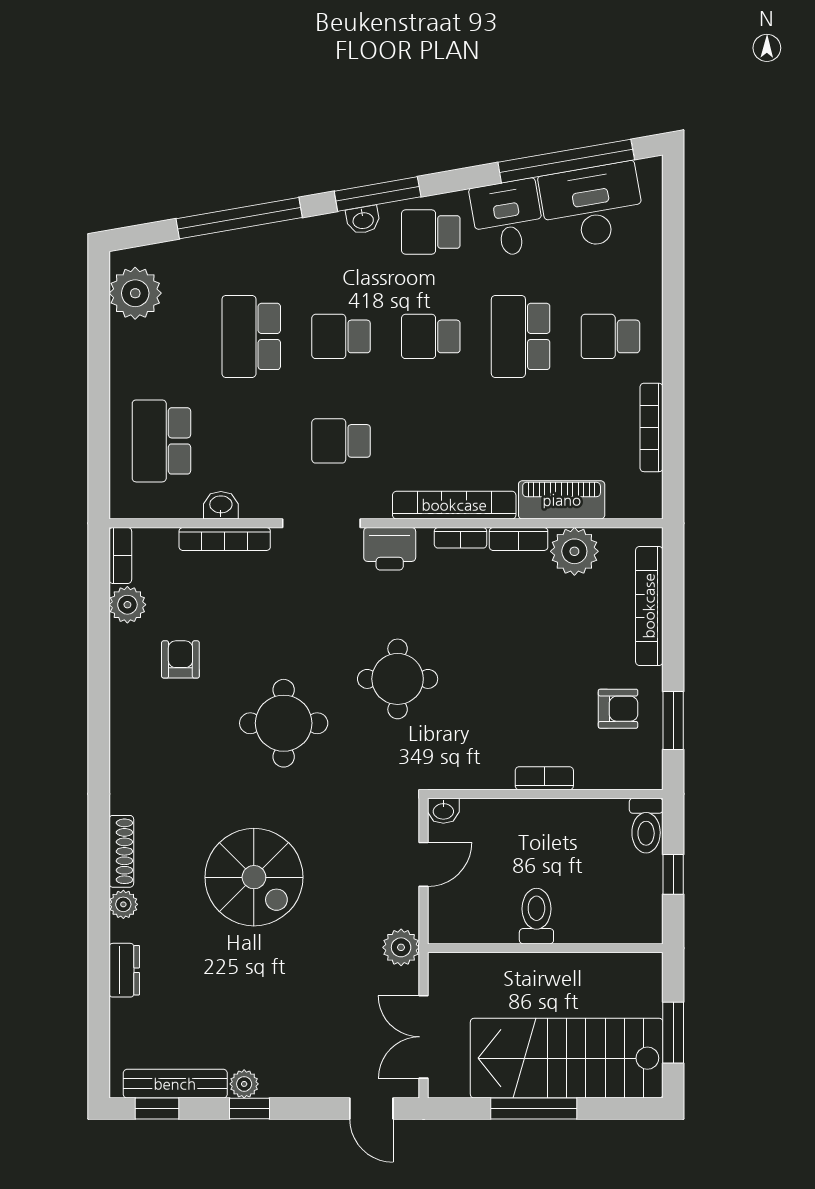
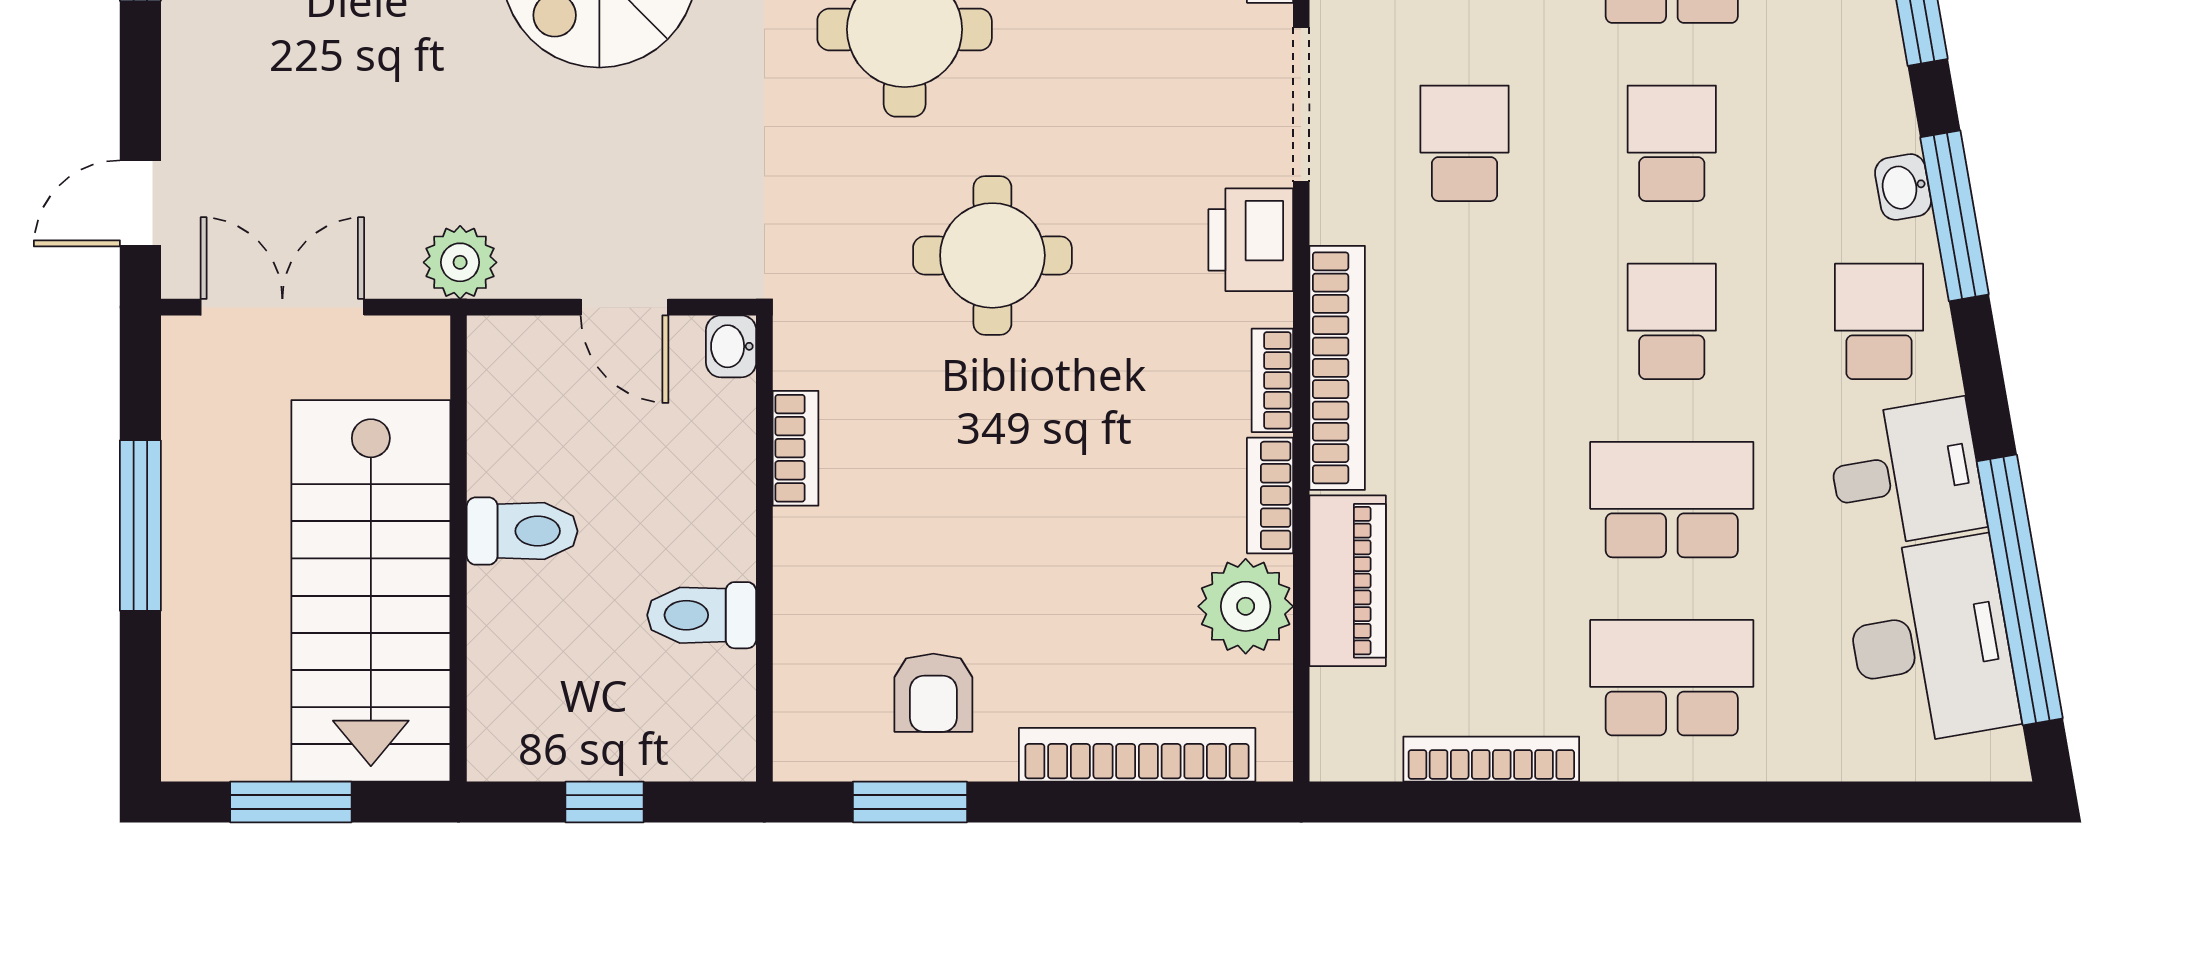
school desk: (610, 336) -> (1672, 678), width x1.85
bookcase: (544, 778) -> (795, 448), moved
toilet: (646, 826) -> (702, 615), moved
stairs: (567, 1058) -> (371, 591), moved, turned 180

